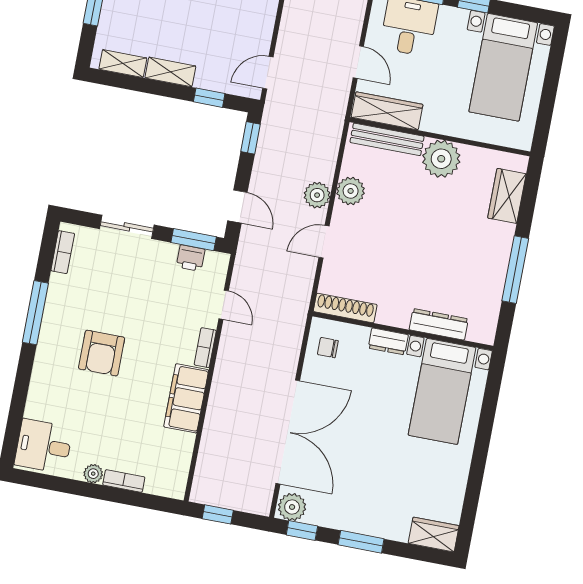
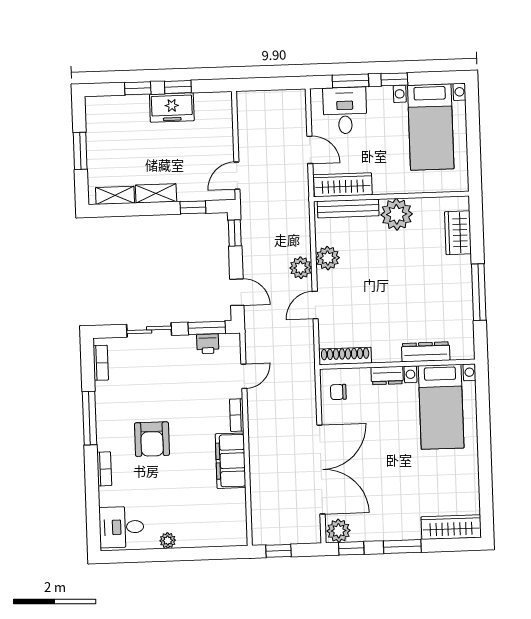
door: (224, 305) -> (244, 376), hinge flipped
bookcase: (124, 481) -> (104, 469), moved, turned 90
wardrobe: (434, 534) -> (451, 527), width x1.50

